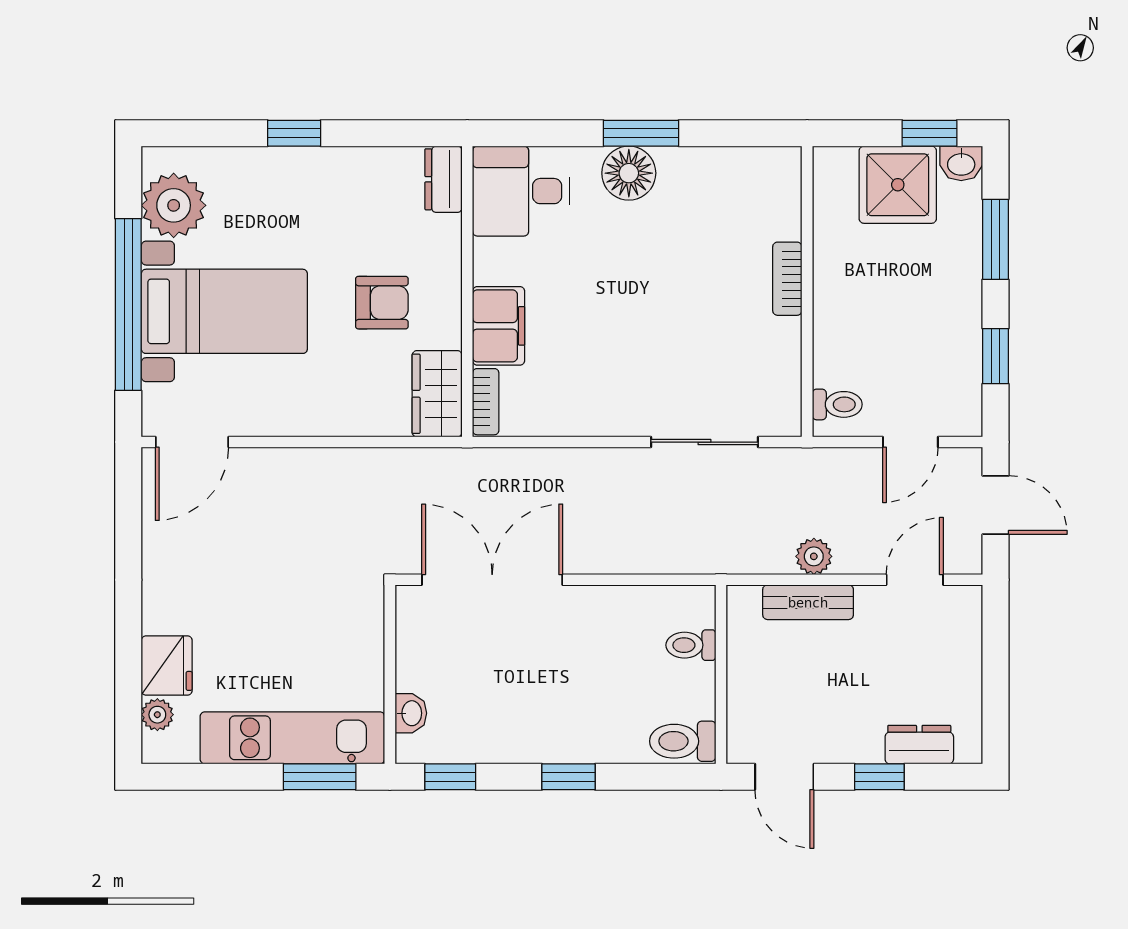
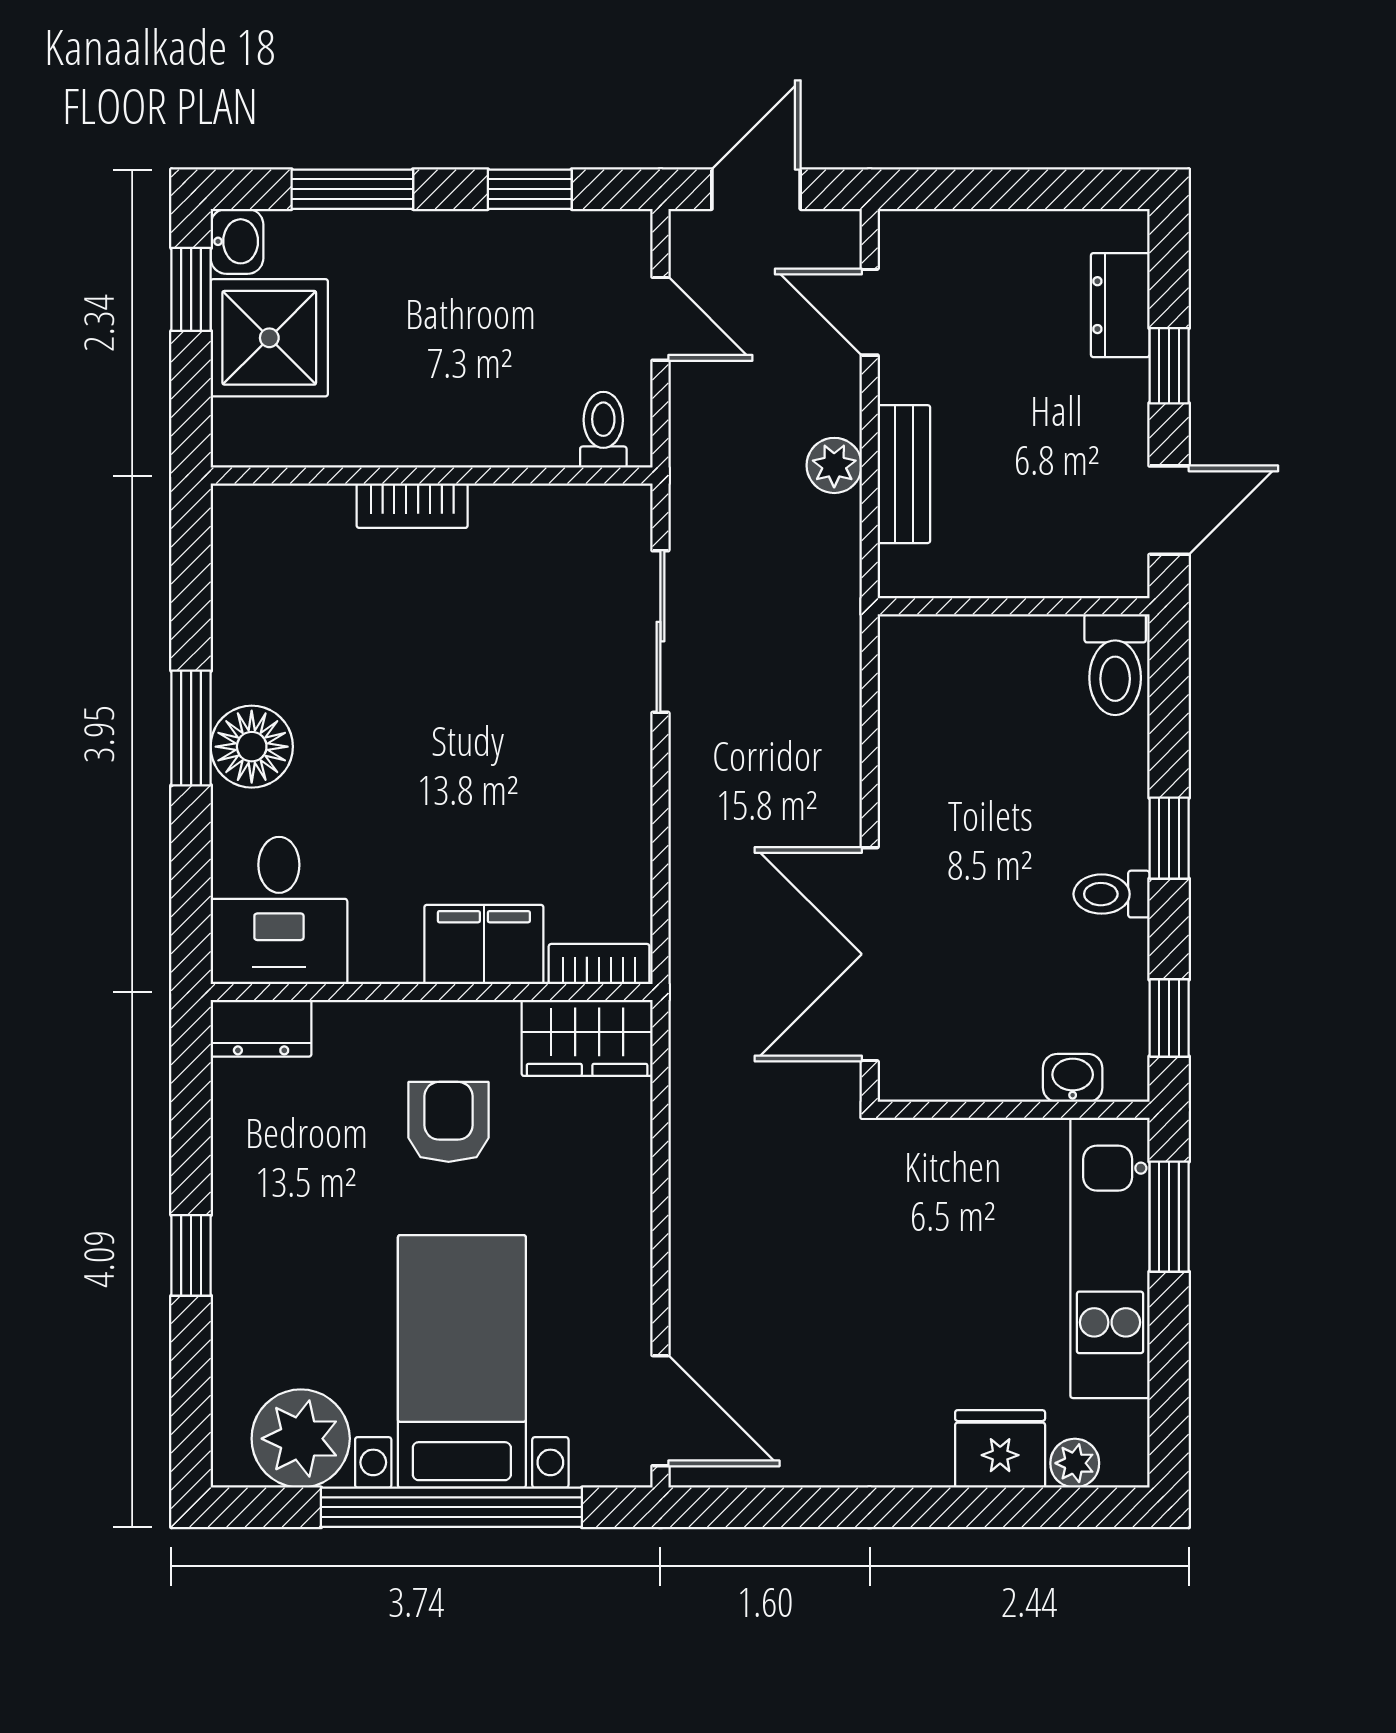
toilet: (691, 645) -> (1111, 894), moved, turned 90

